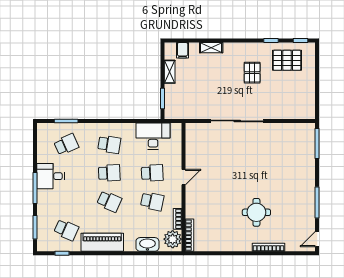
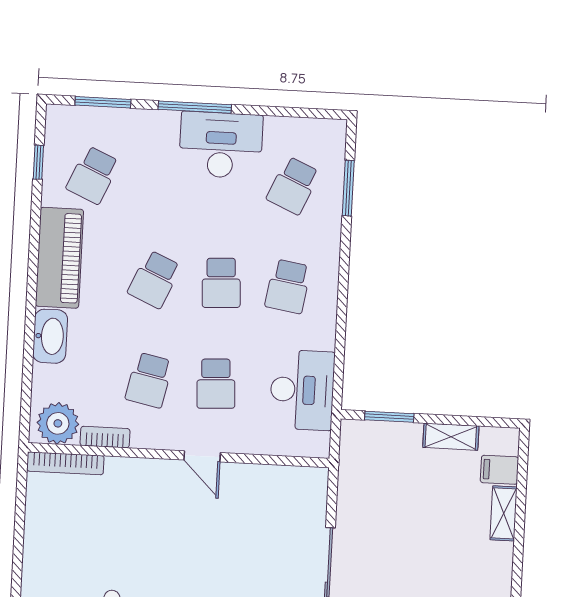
shelving: (211, 48) -> (504, 513), moved
school desk: (66, 144) -> (293, 186), turned 48
desk: (51, 176) -> (221, 145), width x1.37
washbasin: (147, 244) -> (50, 336), moved

